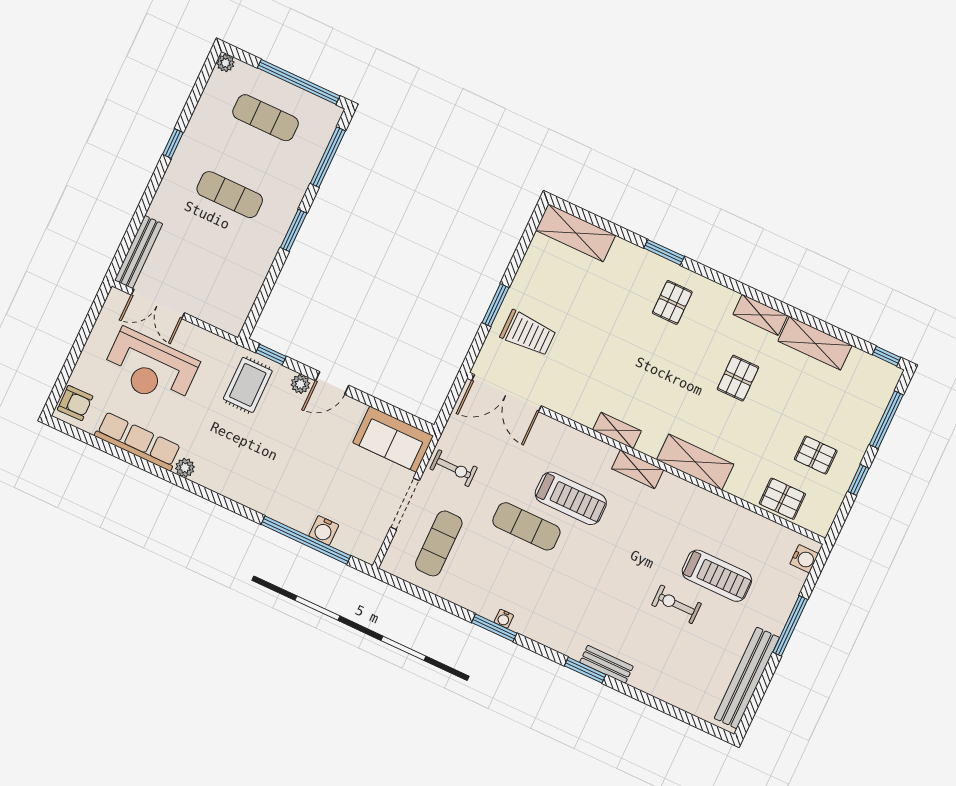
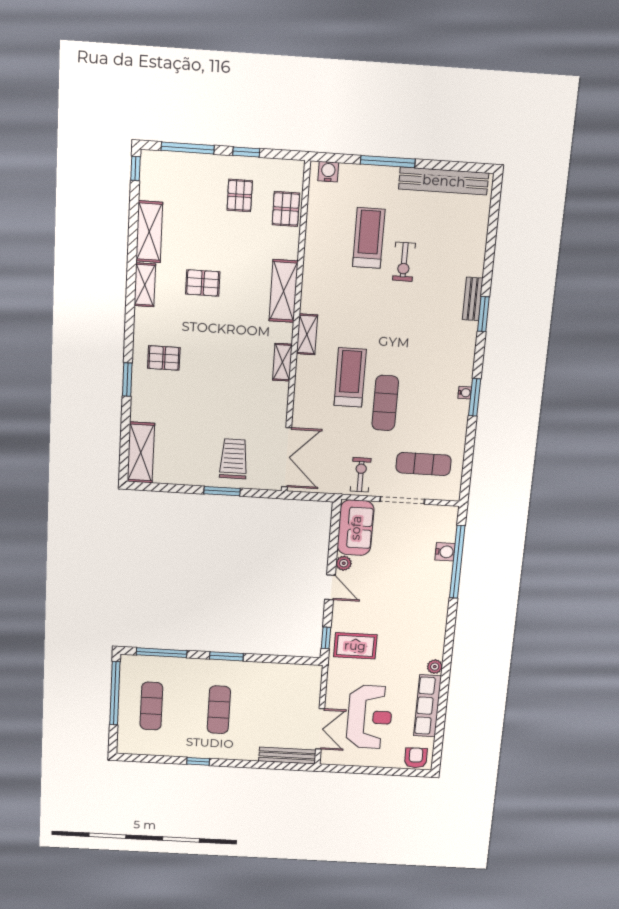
plant: (225, 63) -> (124, 748), removed
plant: (300, 384) -> (344, 563), moved

